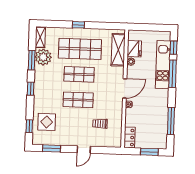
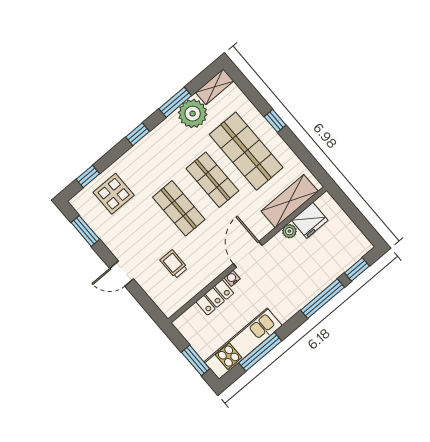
kitchen unit: (163, 65) -> (243, 344), moved
door: (125, 88) -> (248, 254), swing flipped
locker: (130, 137) -> (215, 297), moved

